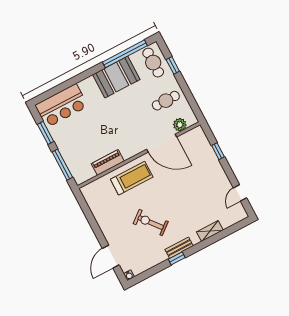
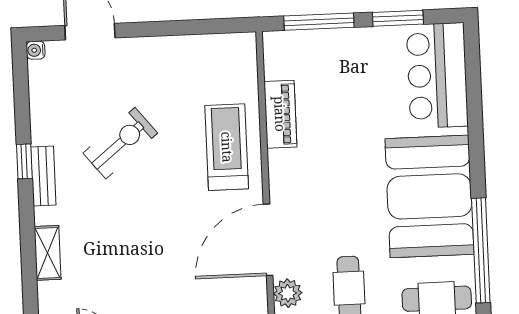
booth: (116, 77) -> (429, 196), width x1.36, depth x1.42
treadmill: (132, 178) -> (227, 147), turned 180

